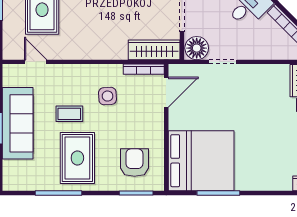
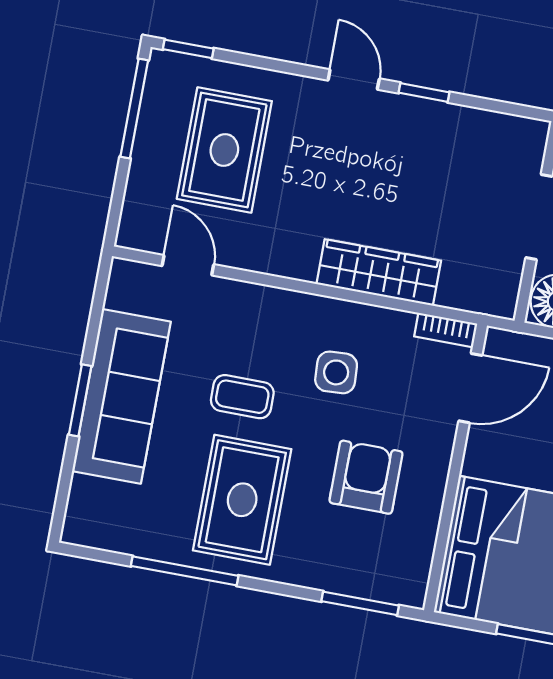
wardrobe: (154, 50) -> (379, 272), moved
bookcase: (144, 69) -> (446, 330), width x0.64
armchair: (134, 163) -> (366, 477), moved

